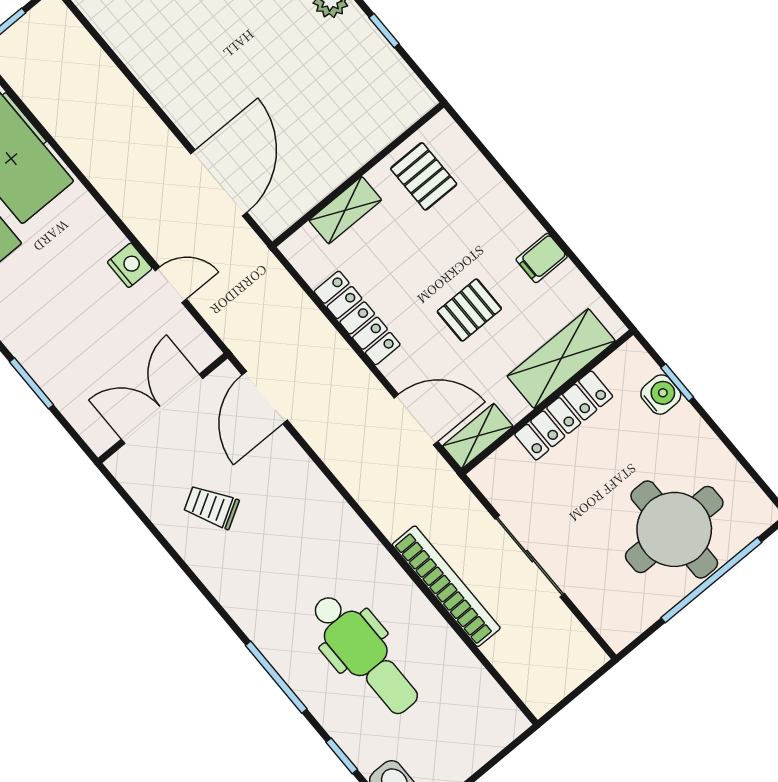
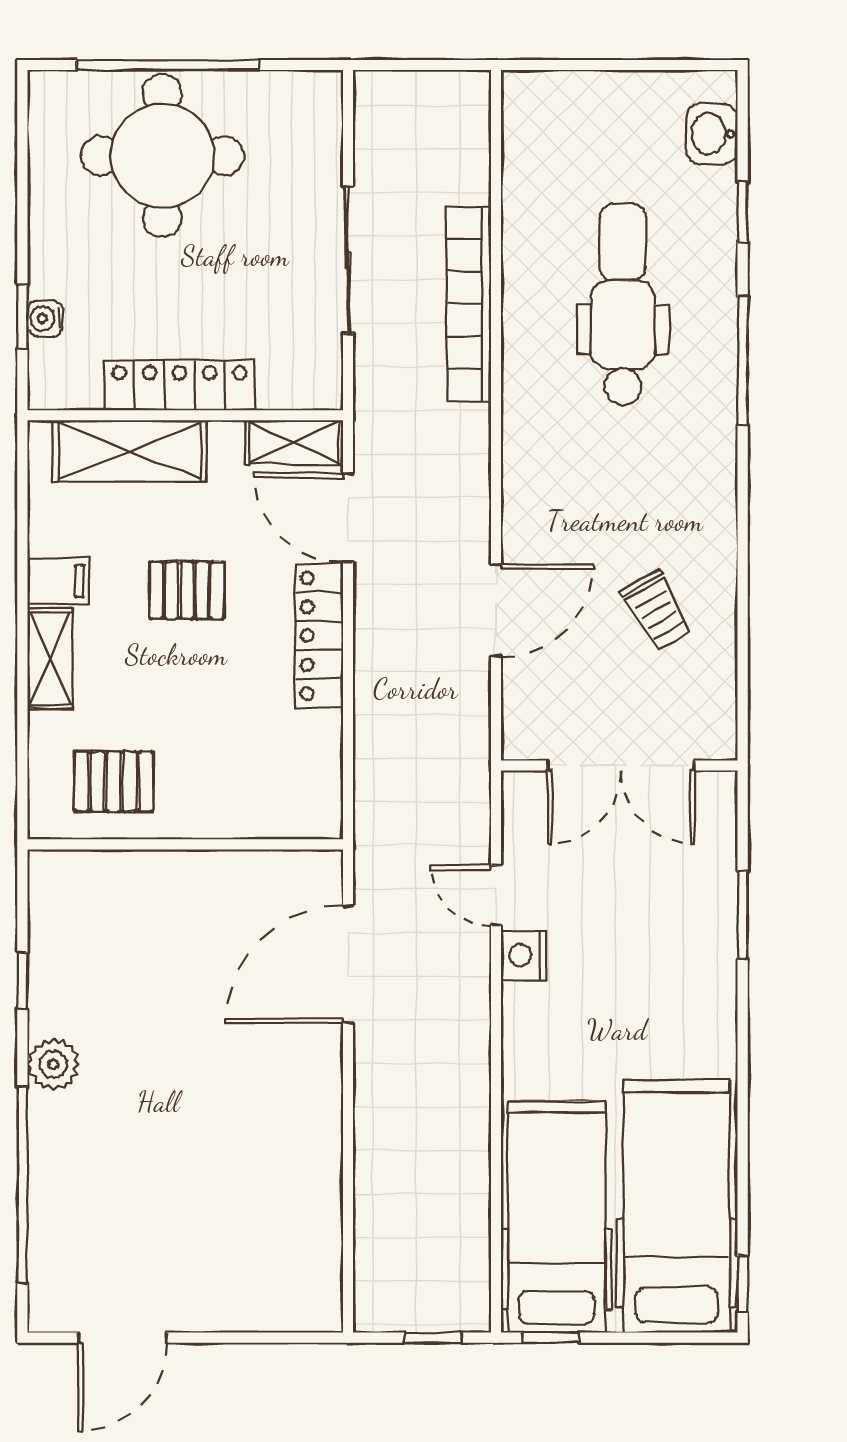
pallet: (424, 176) -> (114, 782), turned 90
shelving: (345, 210) -> (50, 658), moved, turned 90
locker: (357, 318) -> (319, 636), moved
water cooler: (661, 395) -> (45, 318), width x0.72, depth x0.72
door: (265, 397) -> (496, 610), moved

